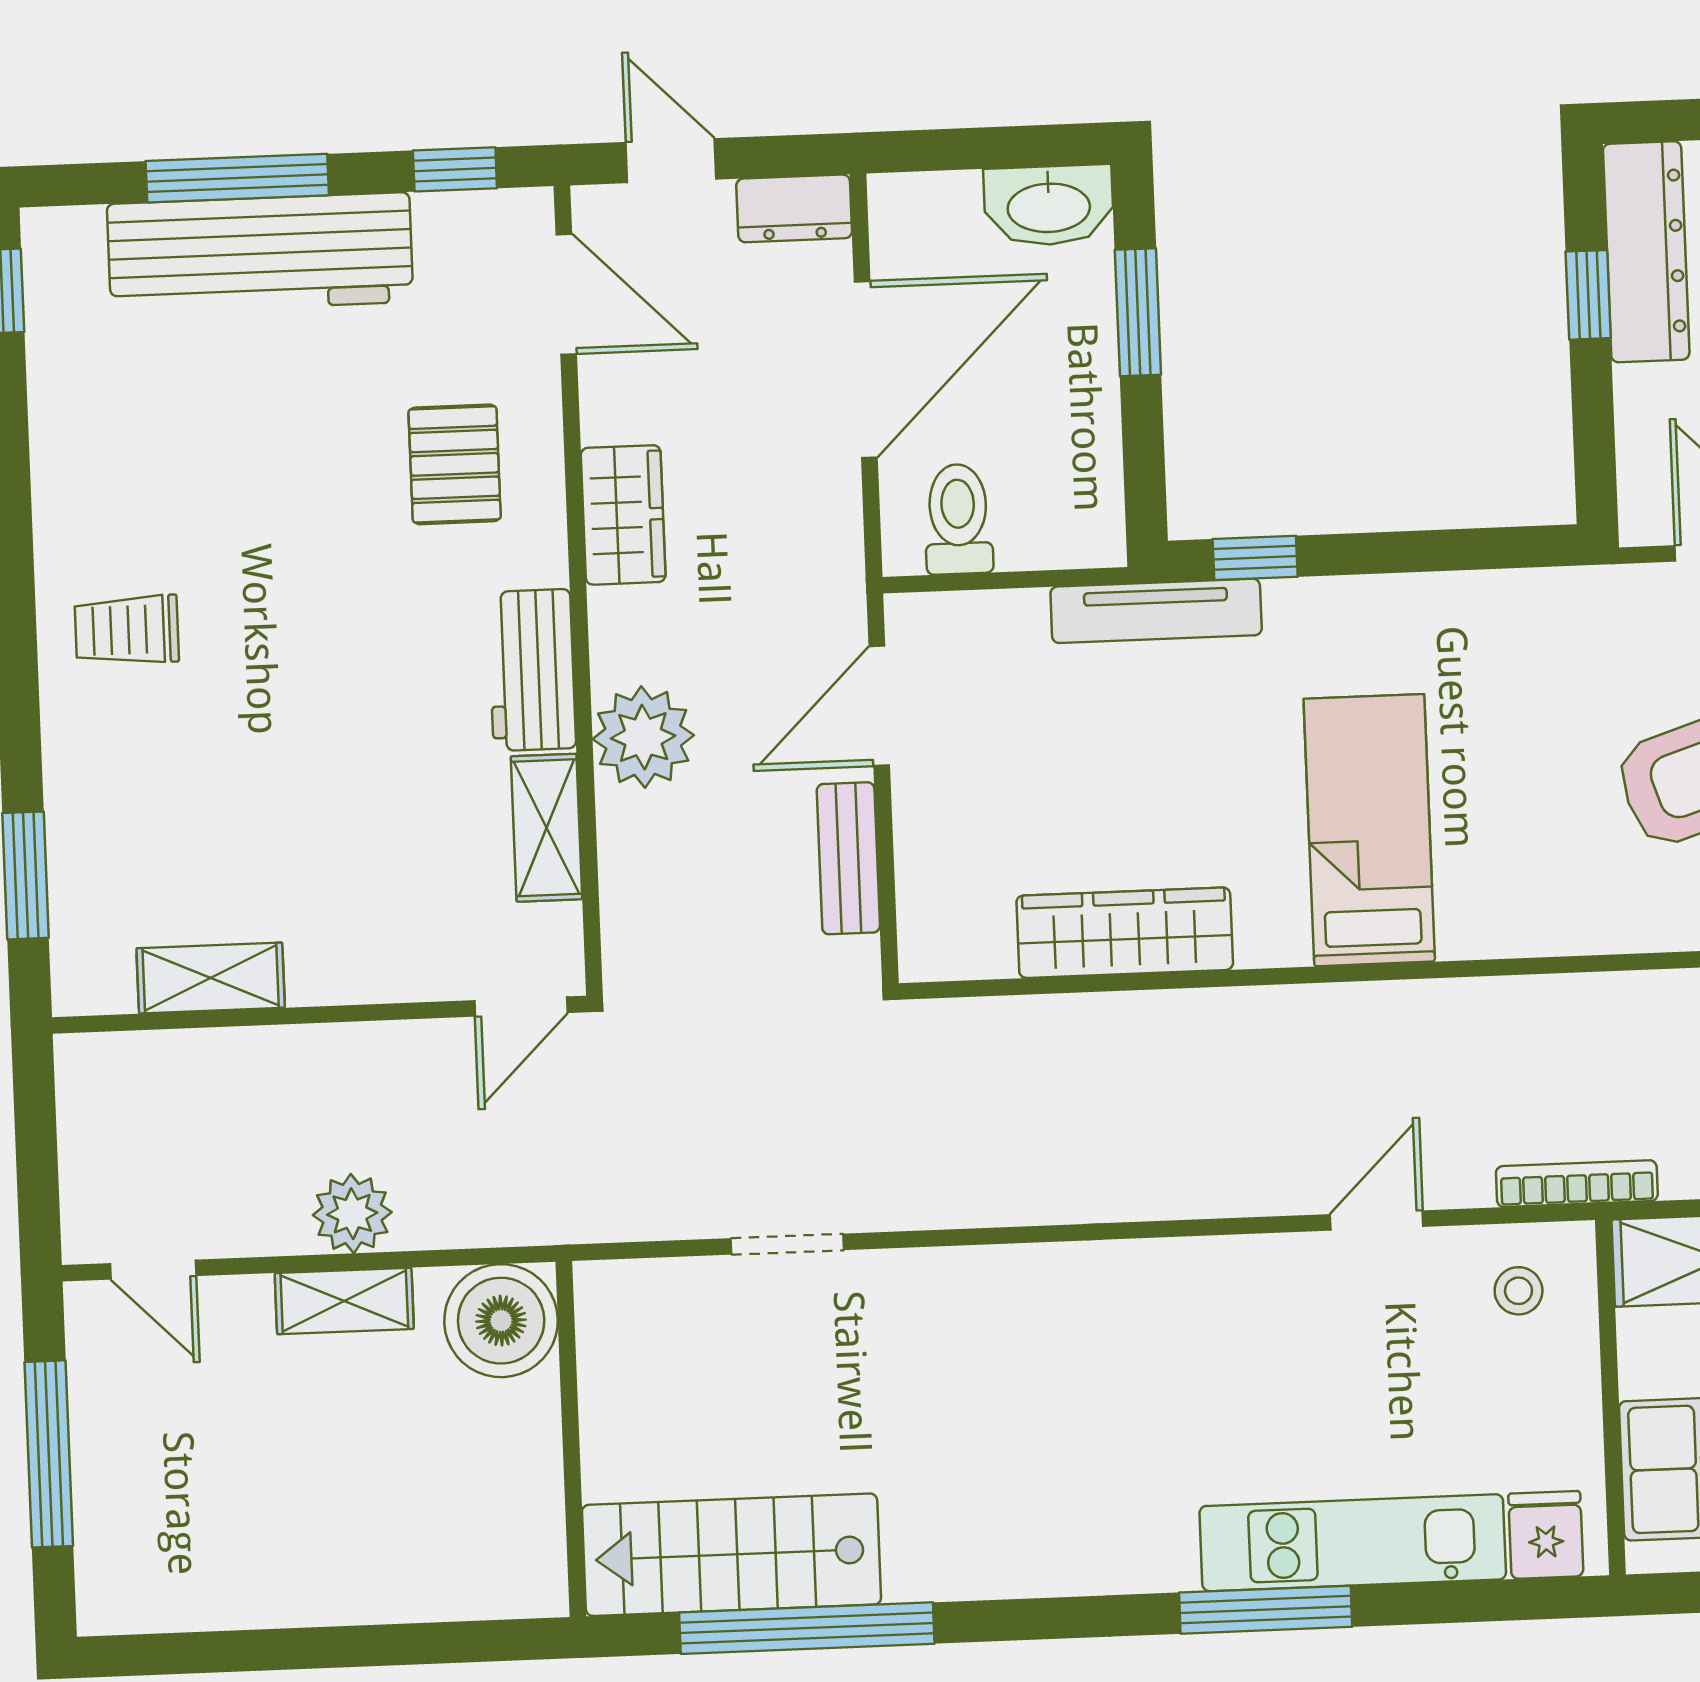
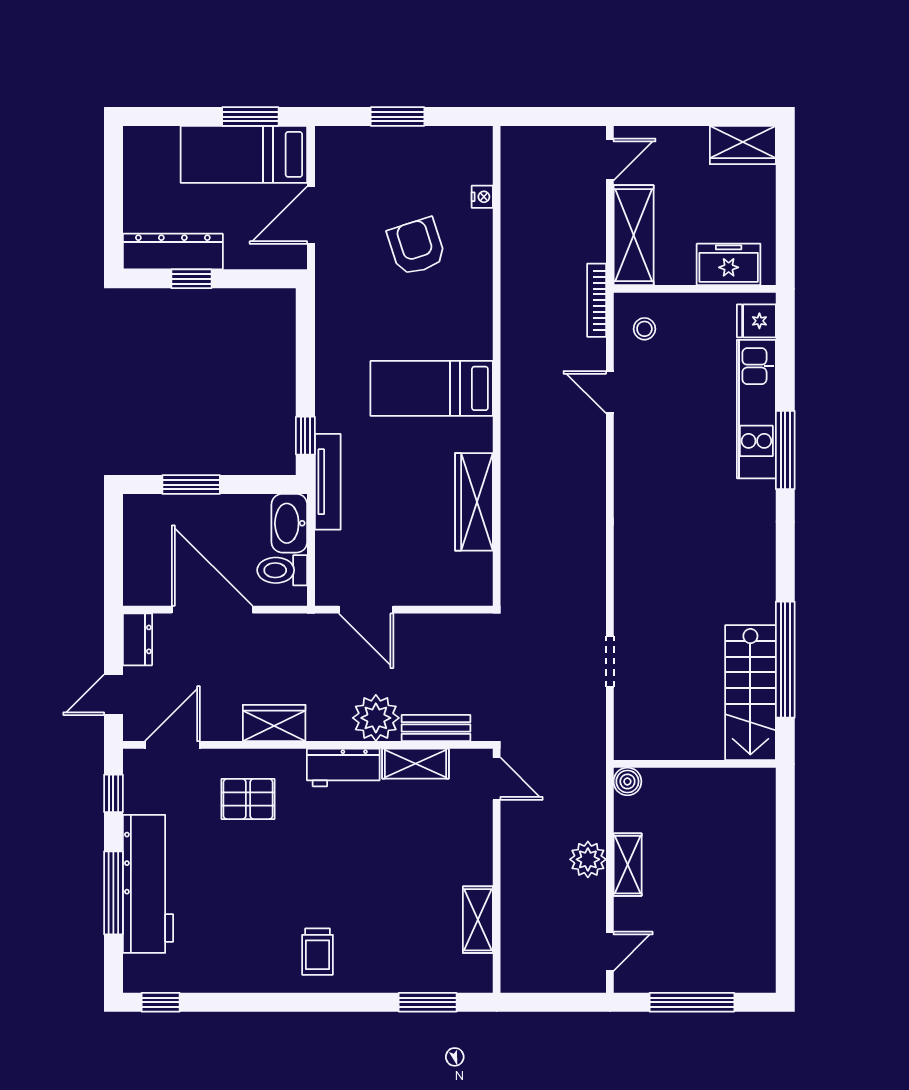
washbasin: (1049, 205) -> (289, 523), moved, turned 180
bench: (848, 858) -> (436, 728), moved
boiler: (501, 1321) -> (627, 781), width x0.54, depth x0.54

